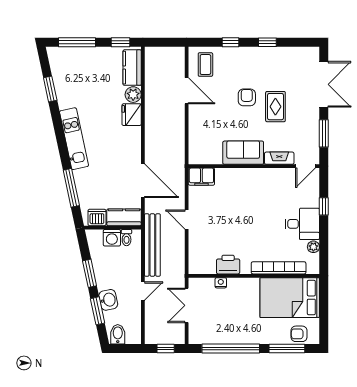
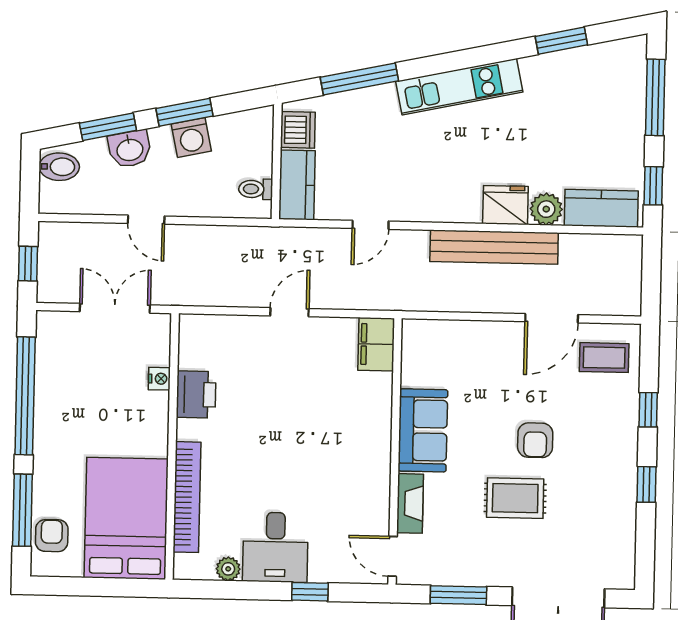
armchair: (247, 97) -> (535, 440), turned 90
door: (143, 181) -> (371, 225), width x0.53
washing machine: (112, 238) -> (191, 138), moved, turned -102
bench: (152, 245) -> (494, 247), moved

